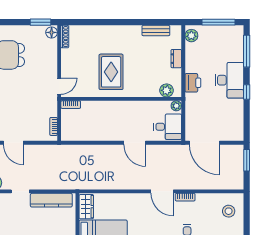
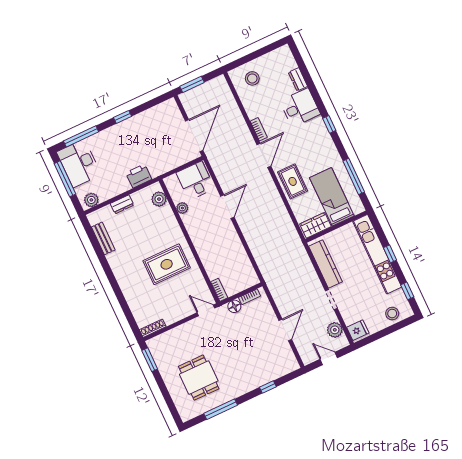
floor lamp: (52, 32) -> (234, 306), moved
desk: (229, 80) -> (79, 163), moved, turned -90
plant: (176, 106) -> (182, 208), moved
rug: (130, 205) -> (293, 181), added

